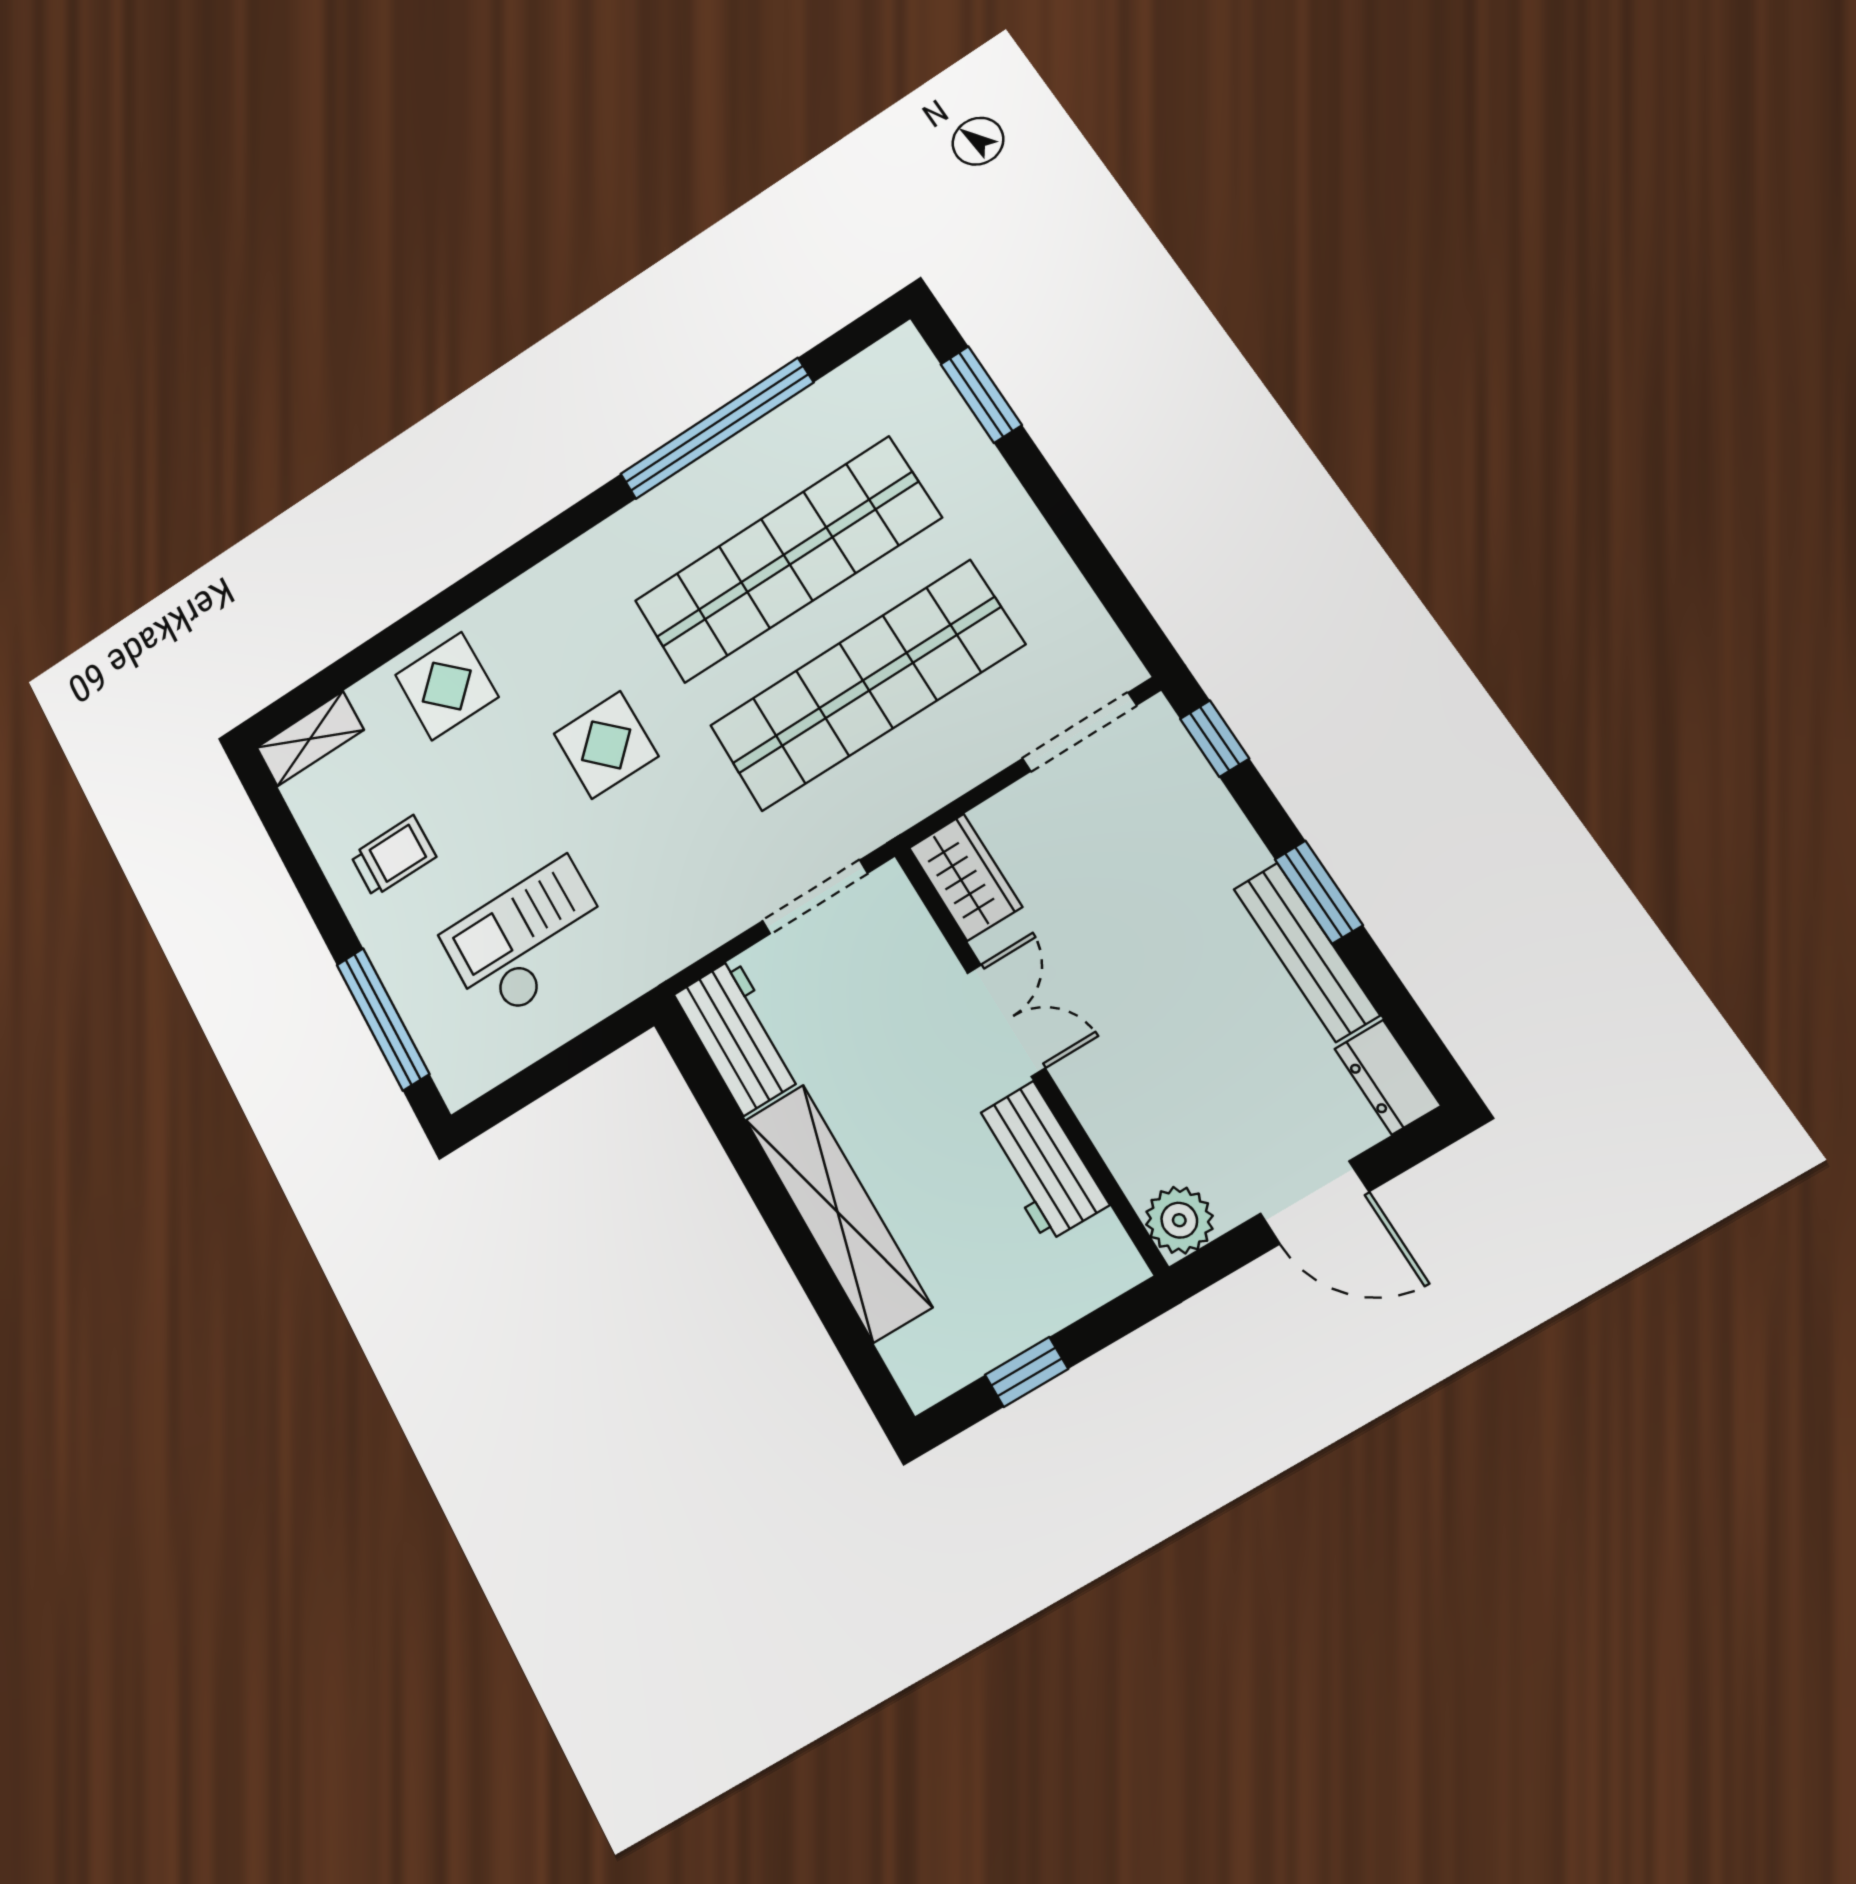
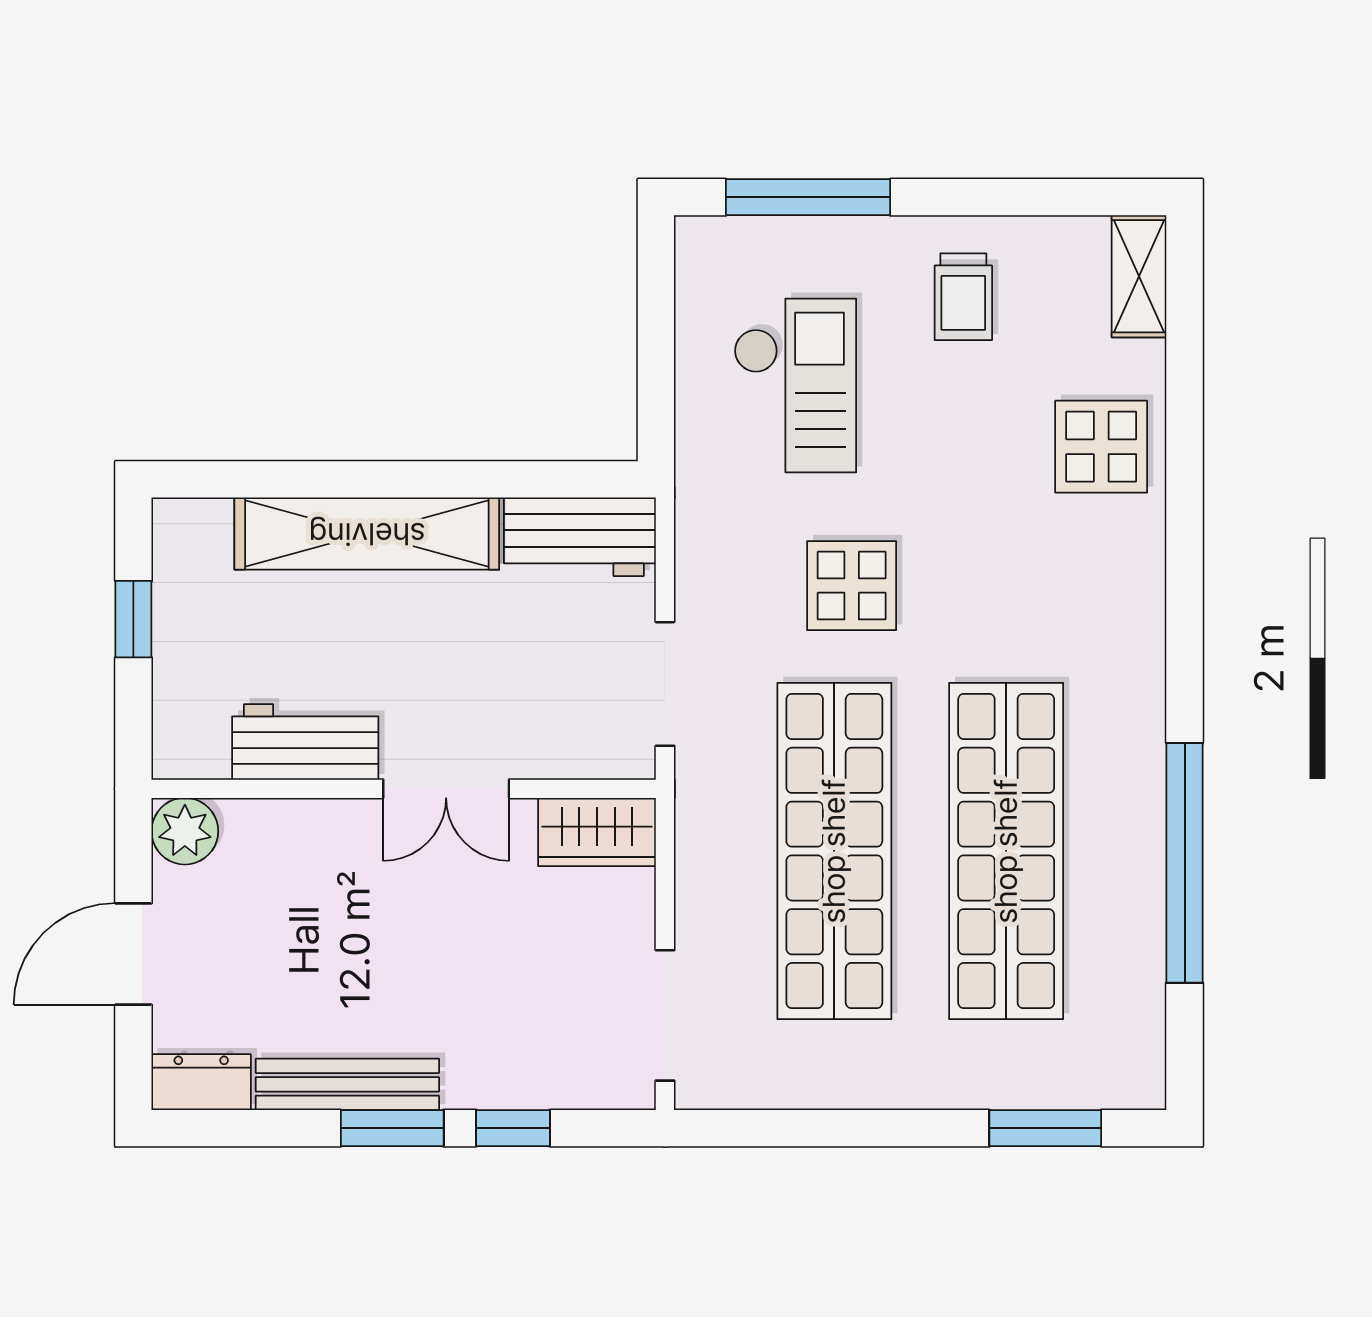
window: (1215, 739) -> (513, 1128), moved
display table: (606, 745) -> (852, 586), moved

